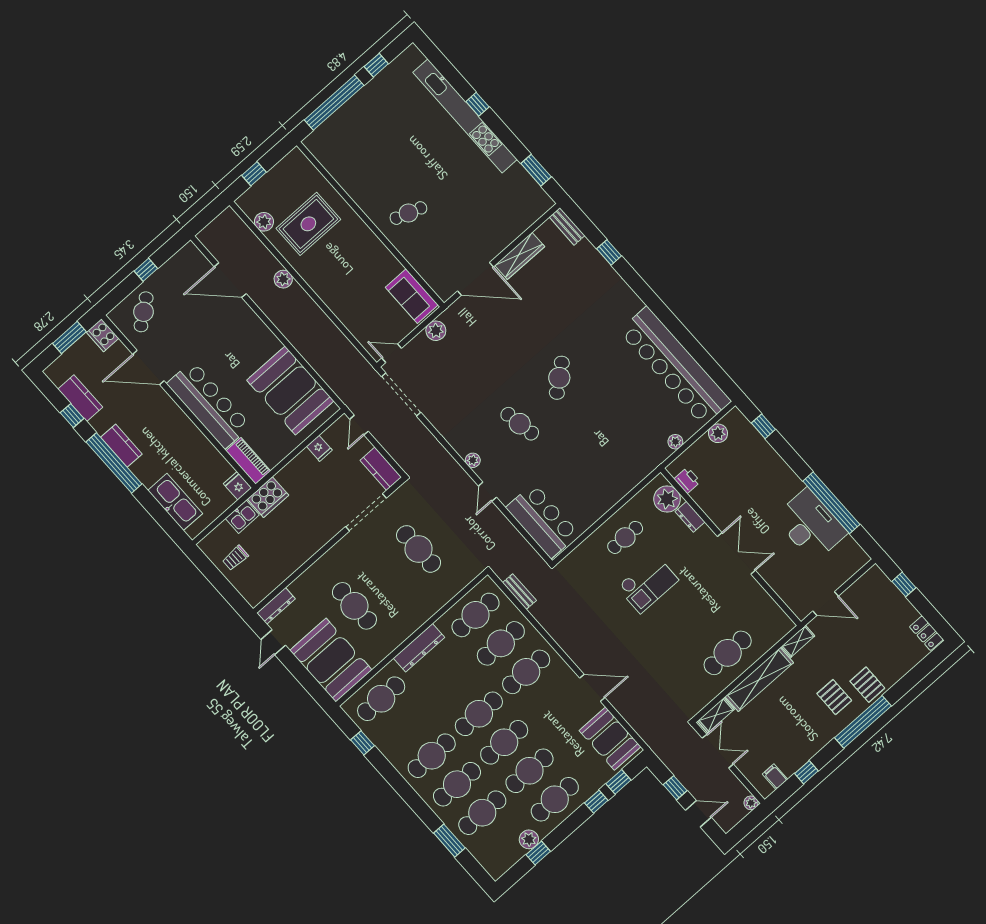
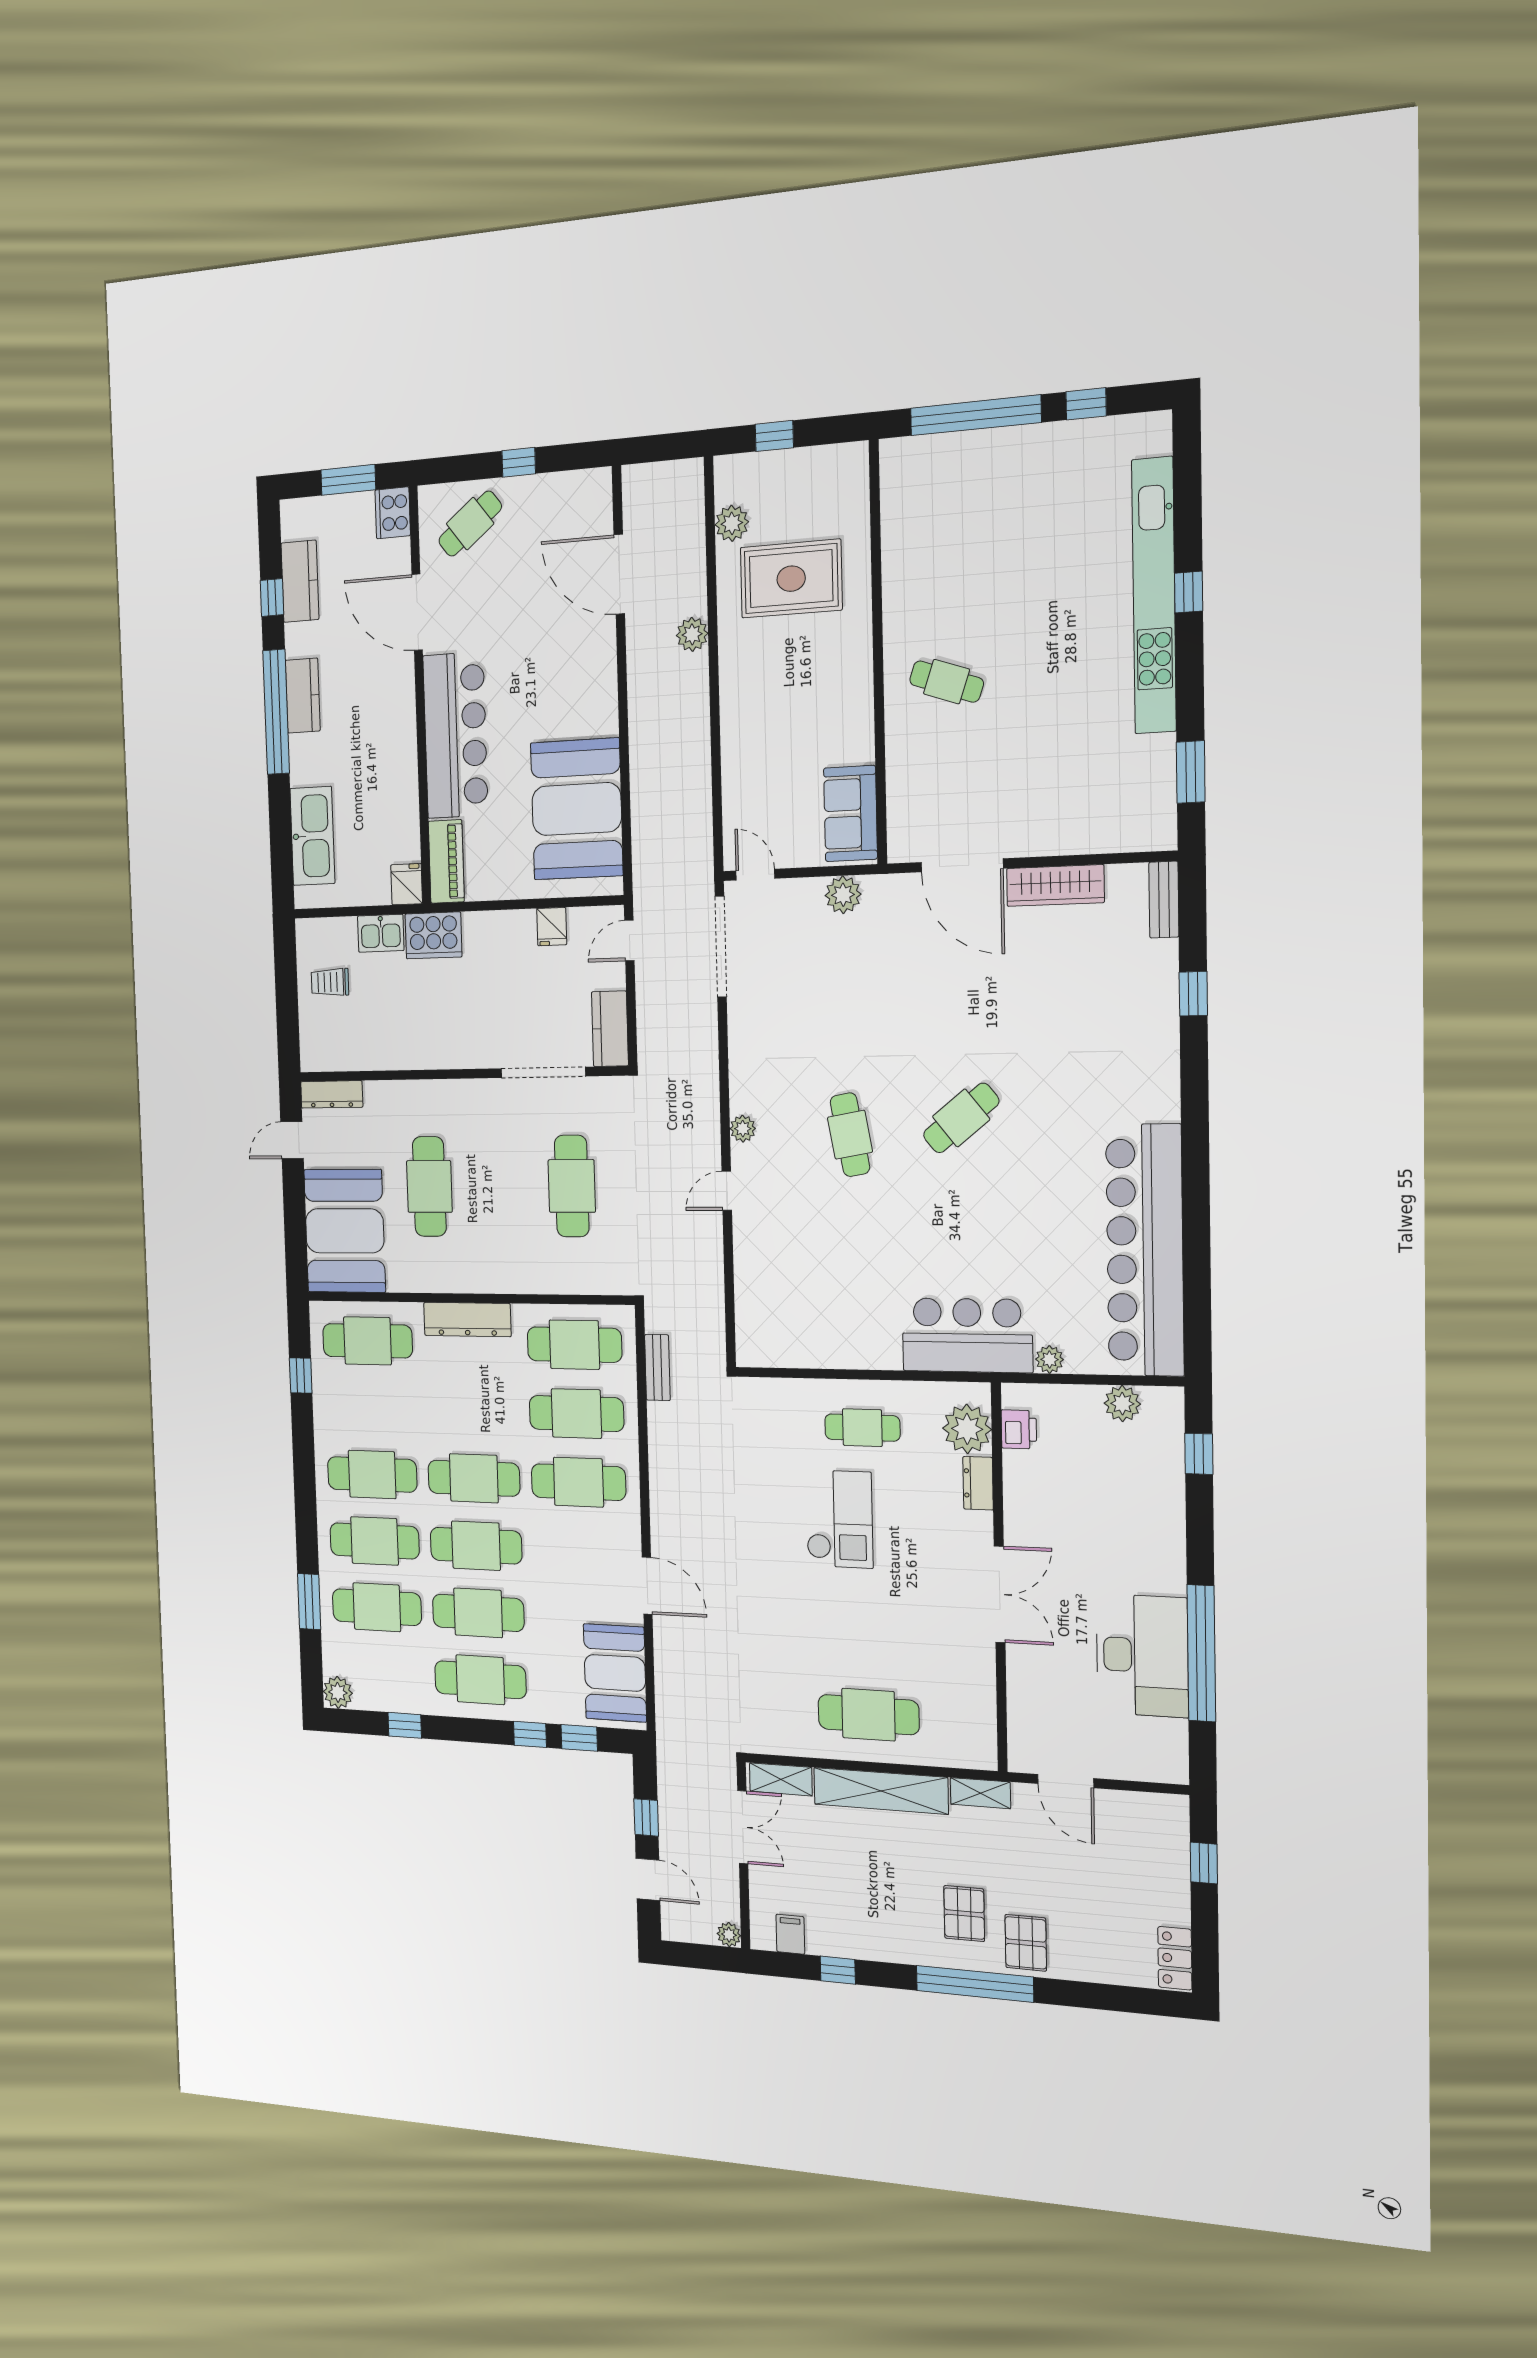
bar counter: (542, 521) -> (967, 1335), moved, turned -90
checkout: (648, 584) -> (839, 1519), turned -90
plant: (529, 839) -> (338, 1692), moved

